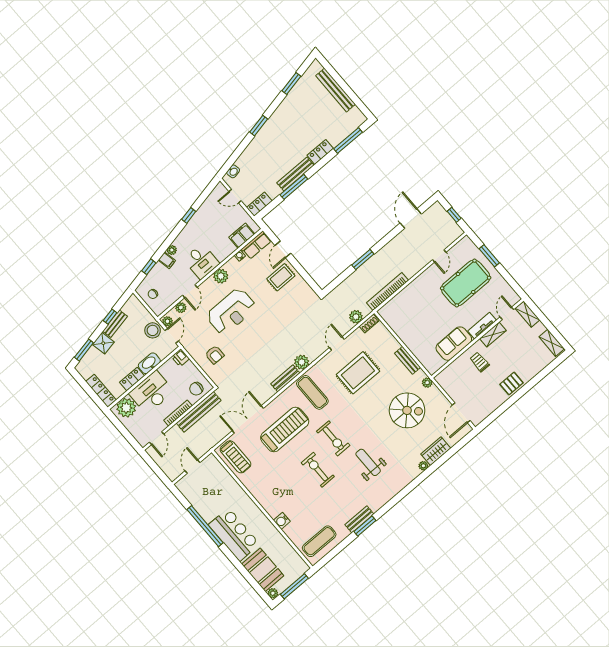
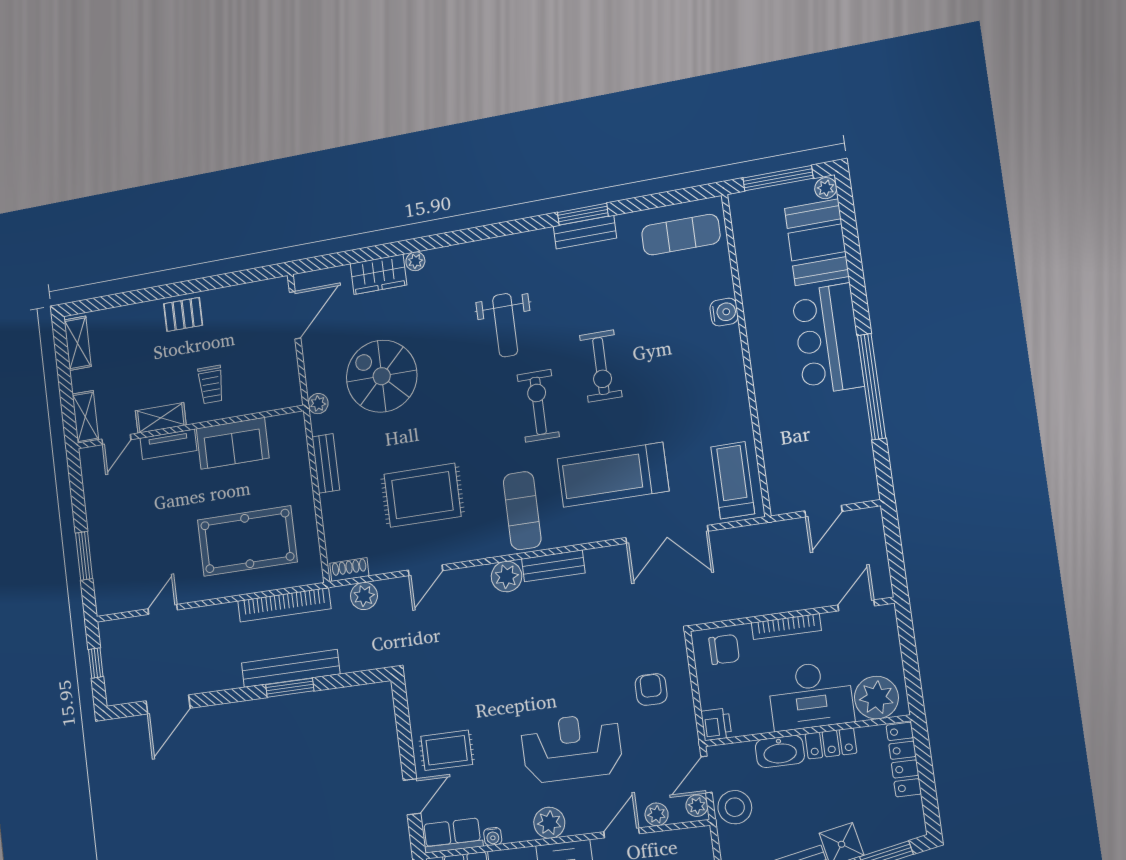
pool table: (466, 283) -> (247, 541), moved
bench: (199, 412) -> (291, 668), moved

